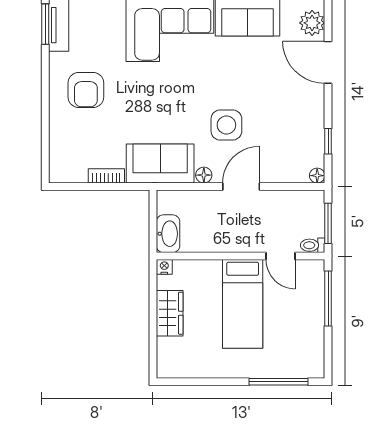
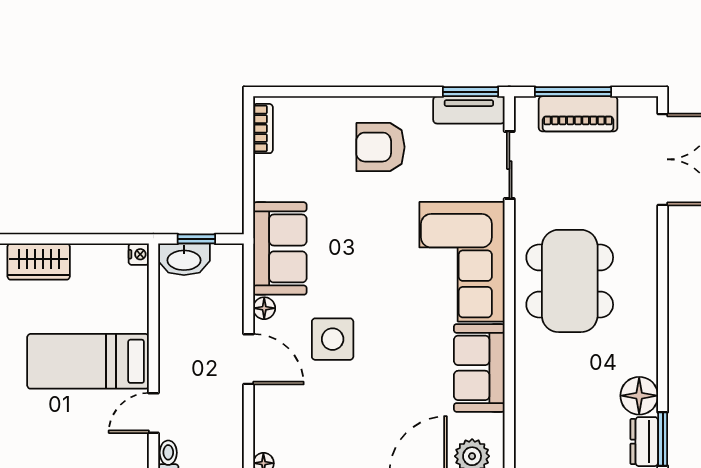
bookcase: (106, 176) -> (263, 129), moved
window: (153, 225) -> (196, 239), added
wardrobe: (170, 313) -> (39, 262), moved

